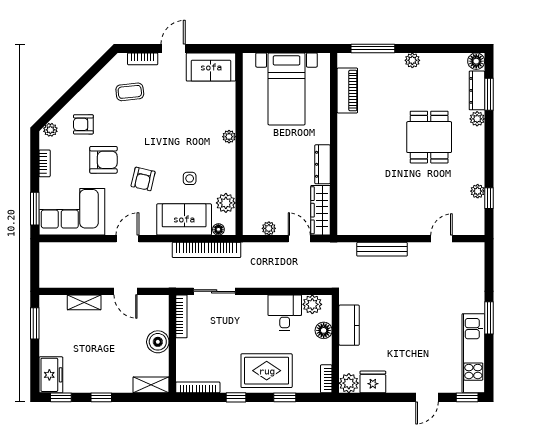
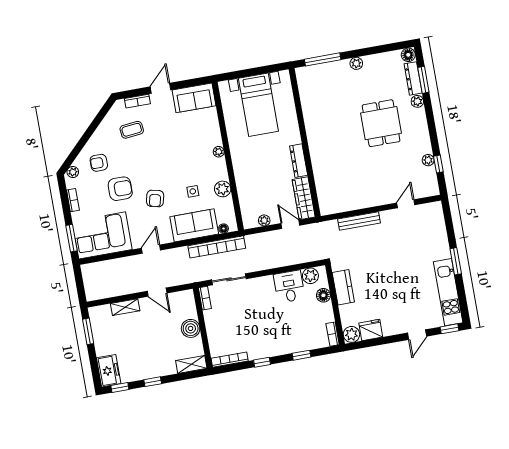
piano: (347, 90) -> (308, 97), removed
plant: (226, 203) -> (223, 189), moved
bookcase: (181, 316) -> (205, 298), width x0.64
rug: (267, 371) -> (283, 336), removed

